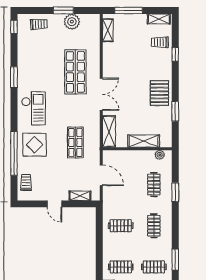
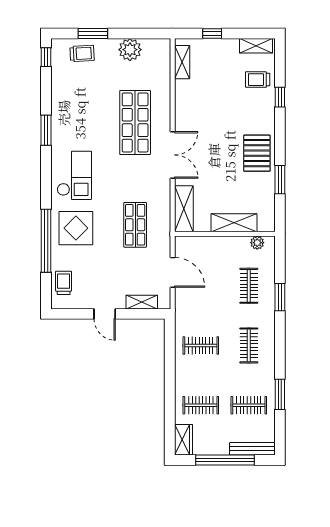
window: (63, 10) -> (93, 33), moved
window: (129, 10) -> (212, 33), width x0.46

